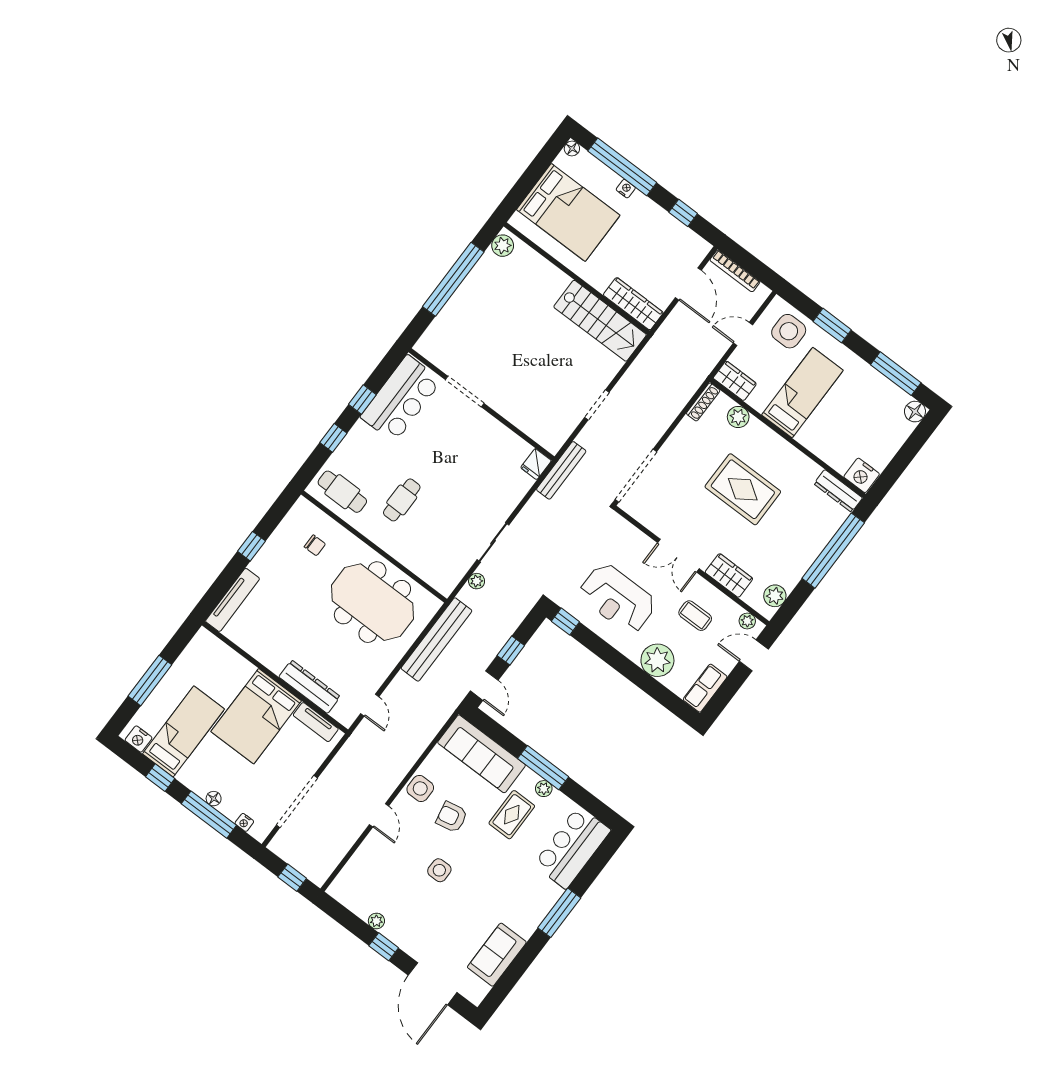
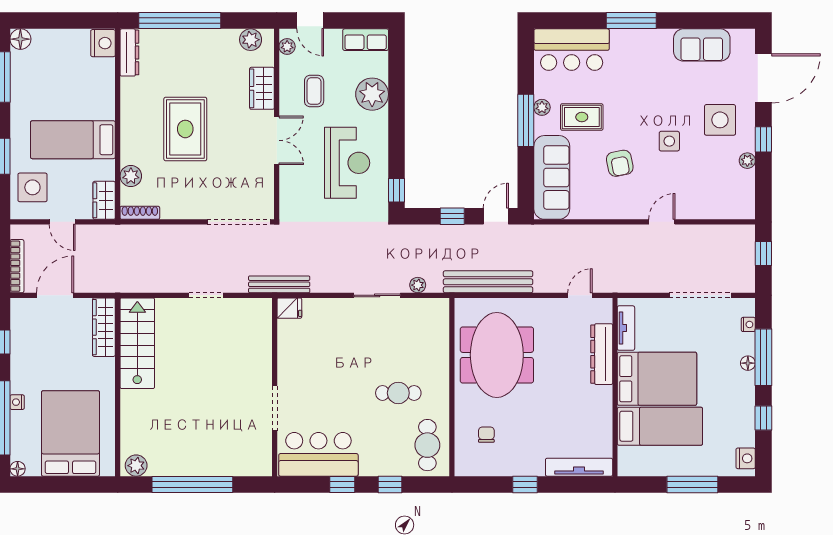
bed: (184, 731) -> (660, 426), moved, turned 180
side table: (420, 788) -> (720, 120), moved, width x1.37, depth x1.37

